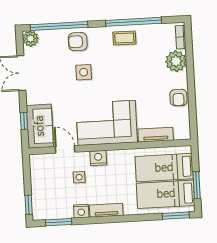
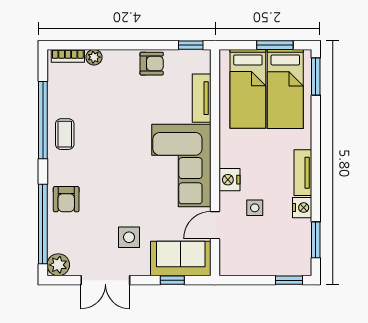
plant: (176, 61) -> (94, 57), width x0.53, depth x0.53
side table: (84, 72) -> (129, 237), moved
window: (193, 125) -> (191, 45), added

